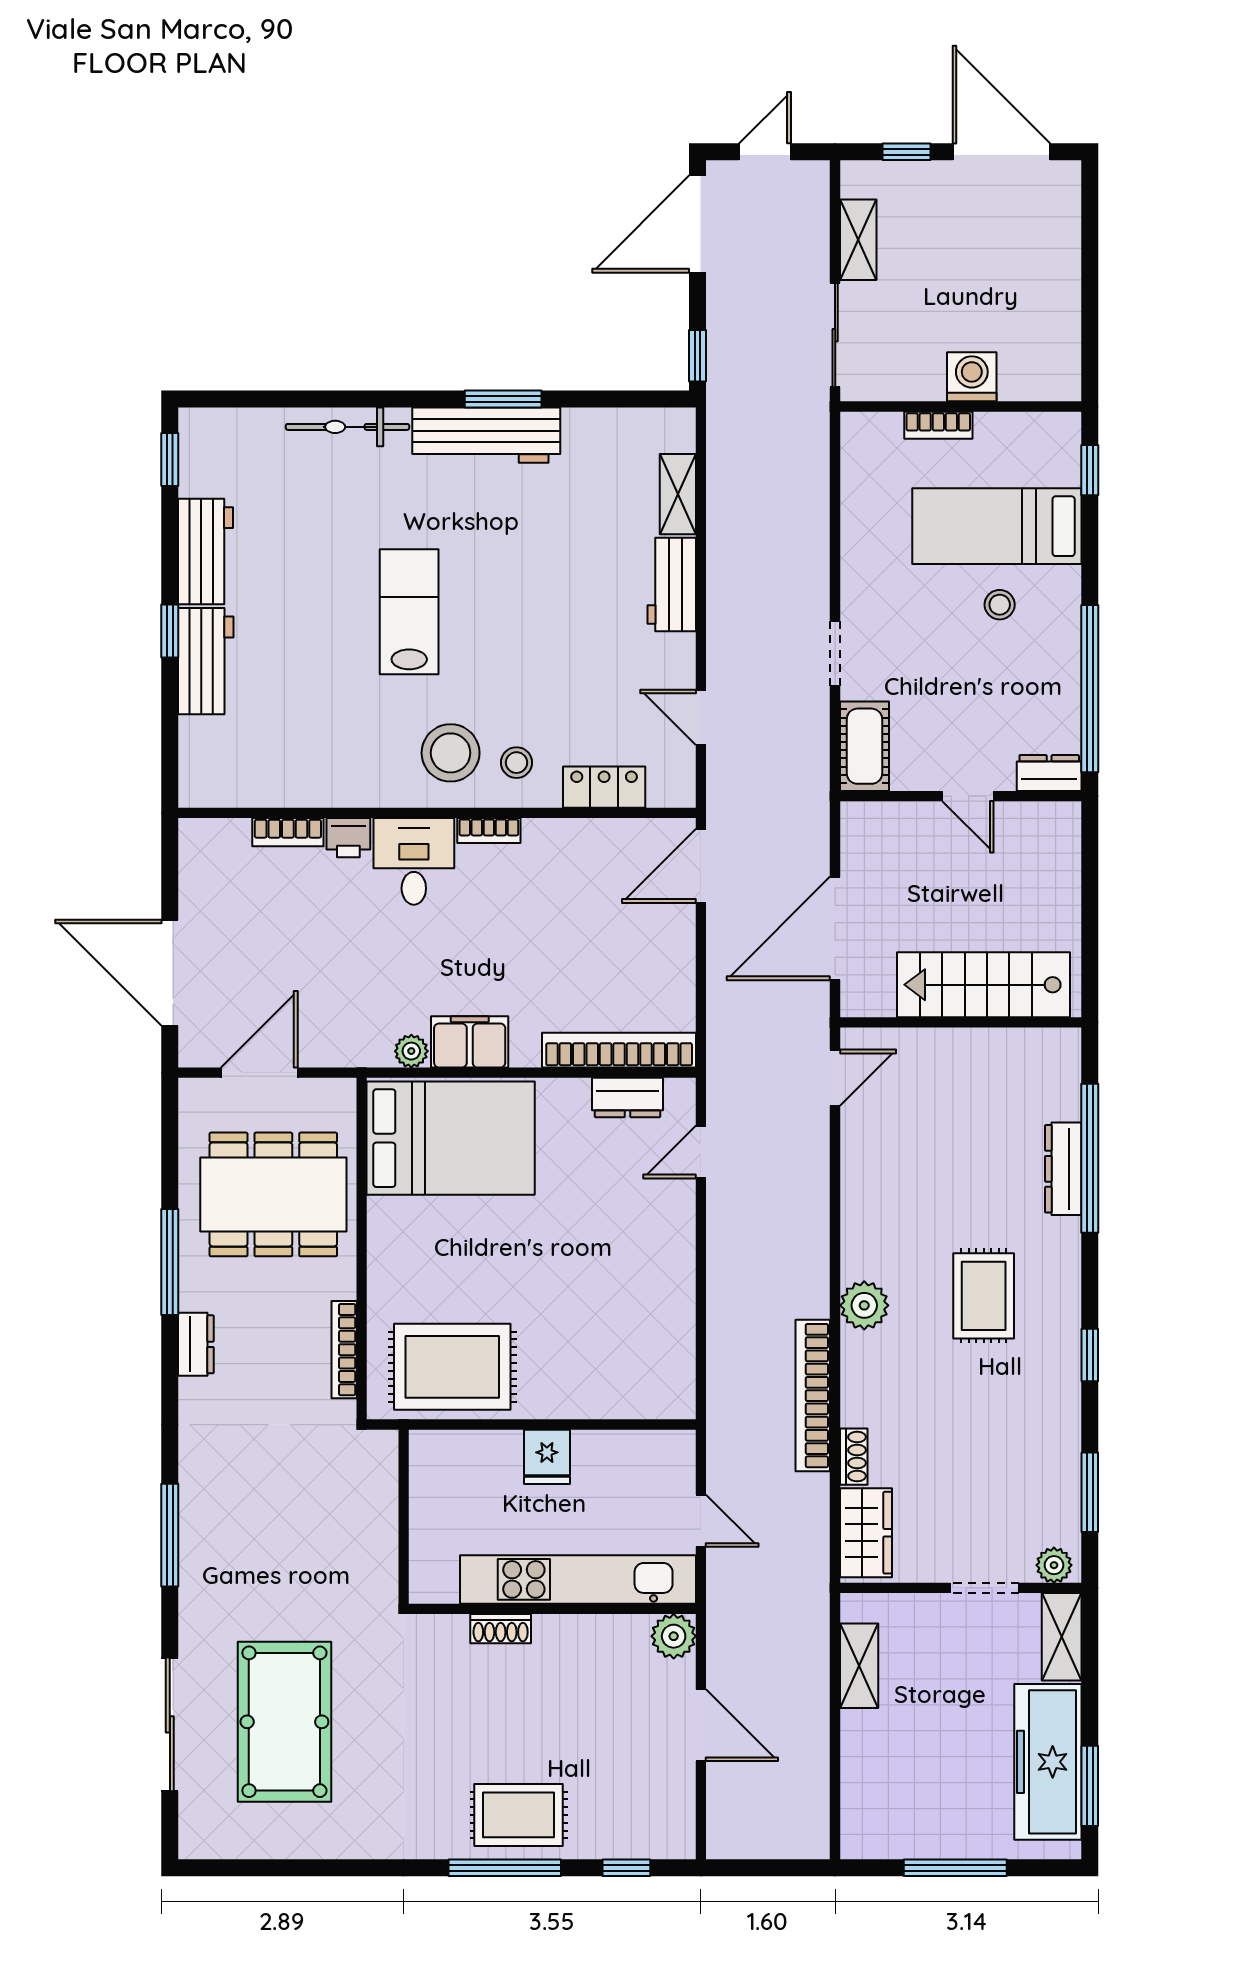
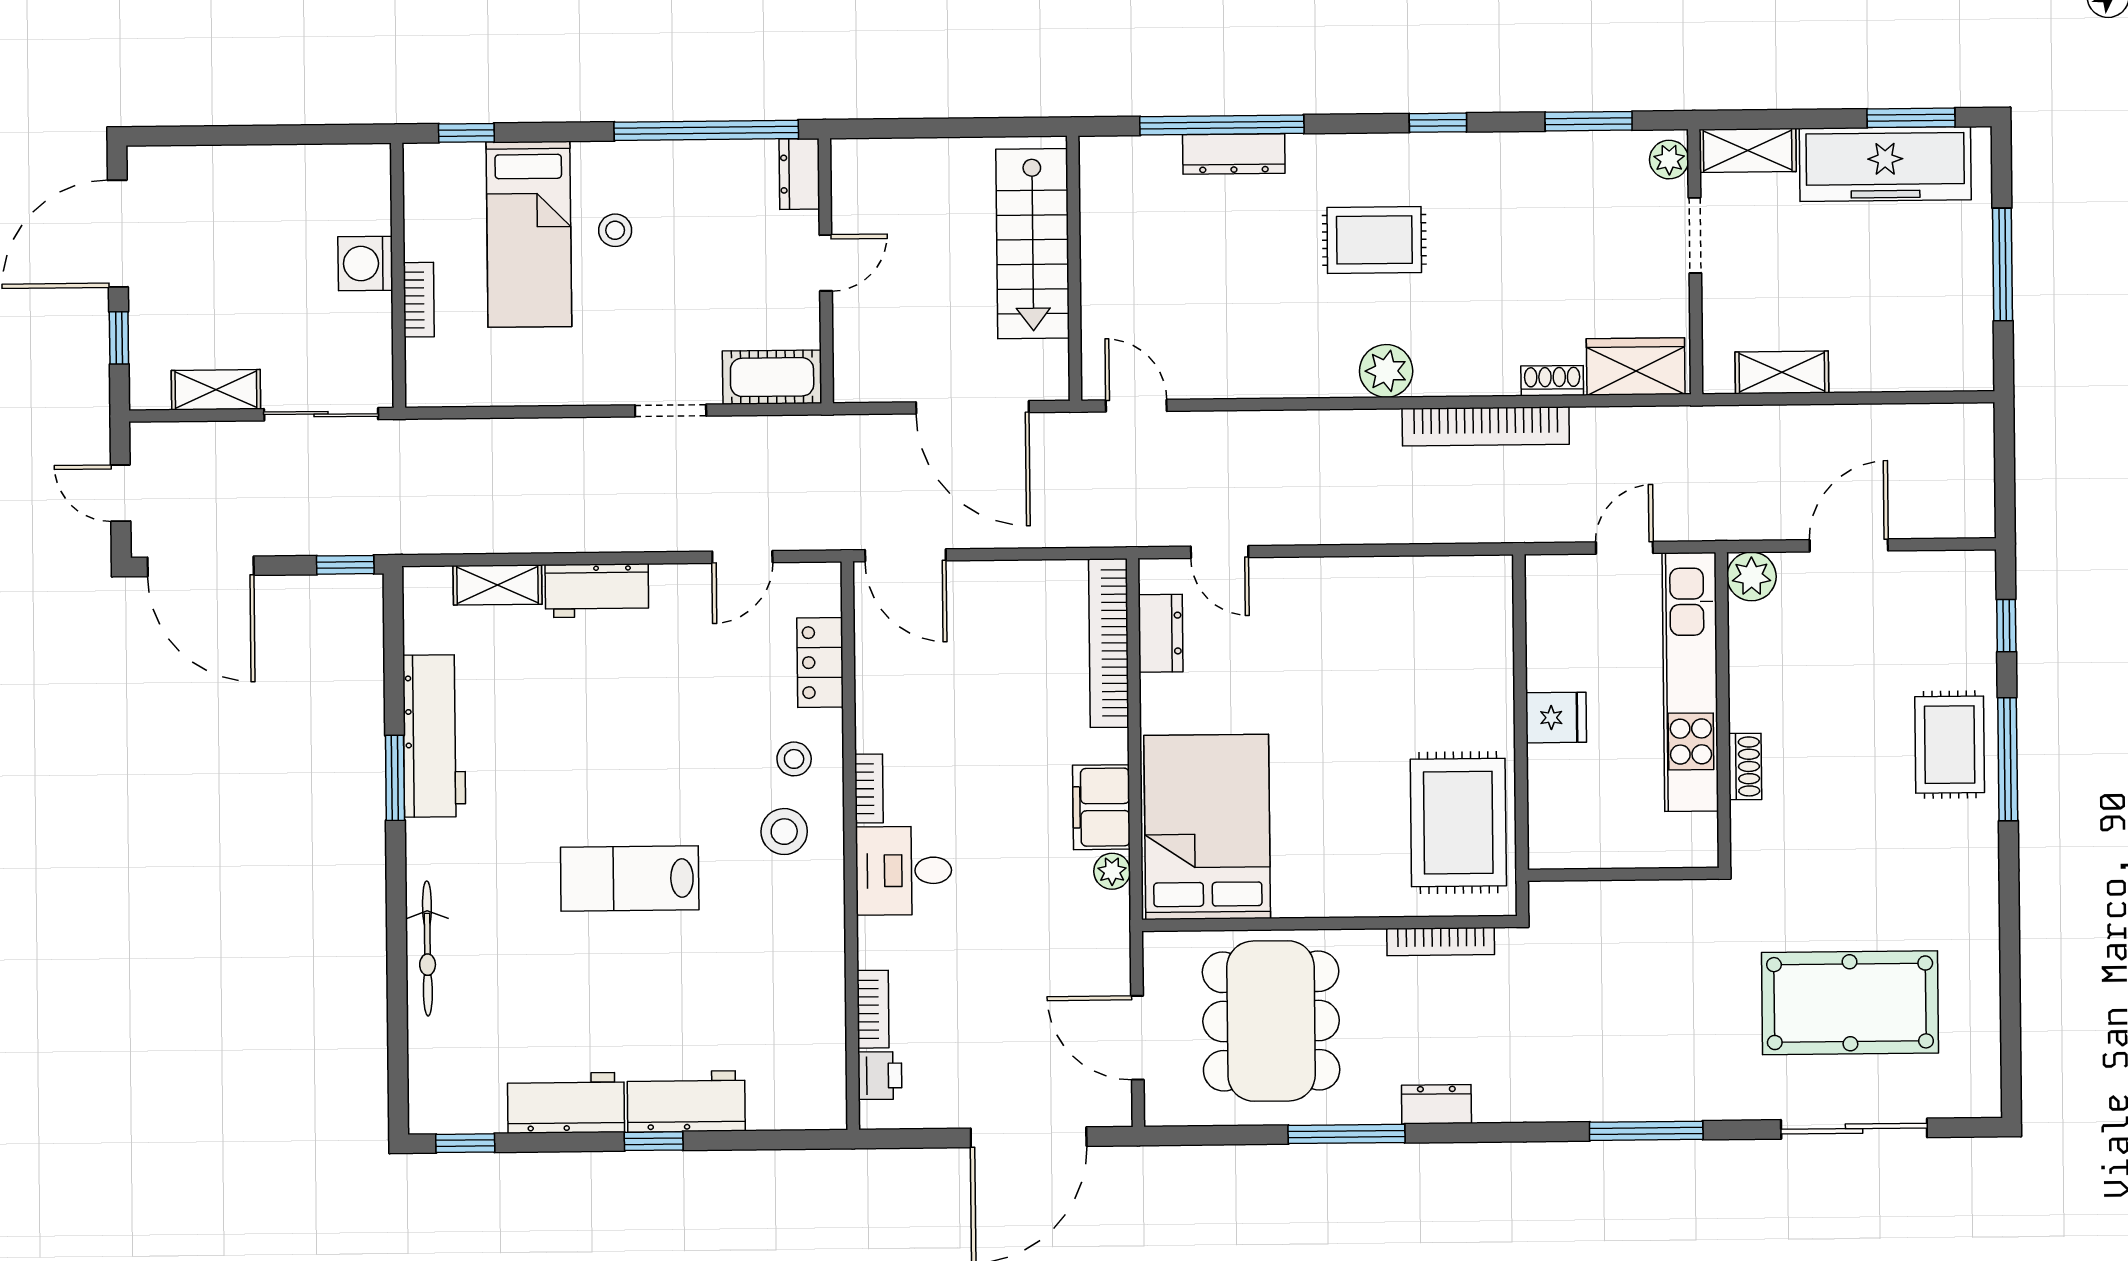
workbench: (486, 435) -> (434, 736), moved
stool: (451, 753) -> (784, 832), width x0.73, depth x0.73
printer: (348, 838) -> (880, 1076), moved

